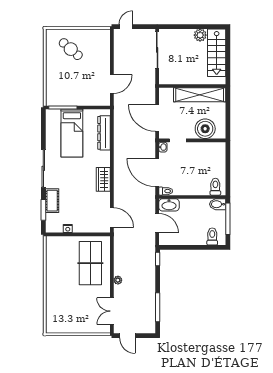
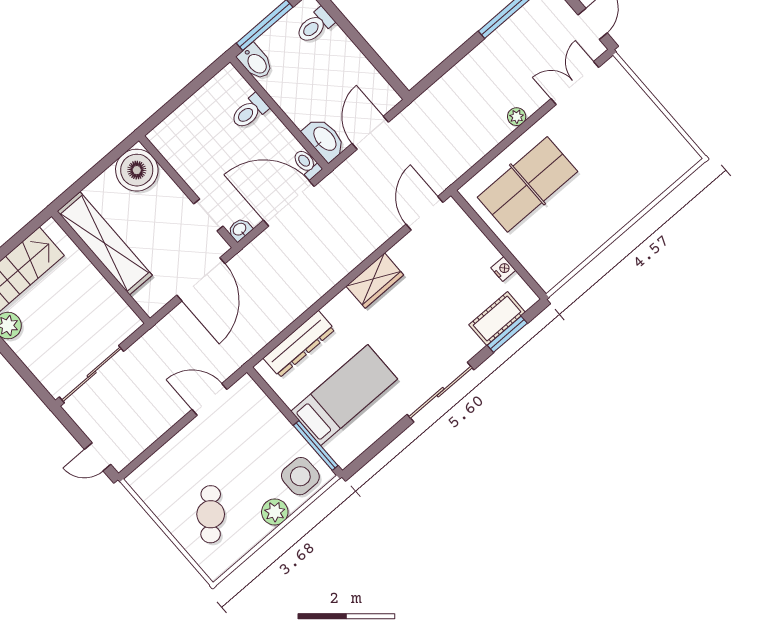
plant: (52, 73) -> (275, 512), added
side table: (57, 93) -> (300, 476), added
boiler: (205, 129) -> (137, 170), moved
door: (157, 173) -> (289, 203), swing flipped
toilet: (215, 187) -> (249, 112), moved
cot: (52, 201) -> (497, 318), moved
window: (158, 259) -> (427, 82), removed
double door: (112, 311) -> (575, 83), swing flipped

